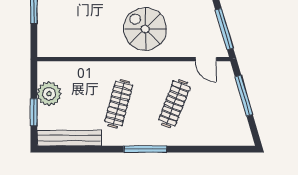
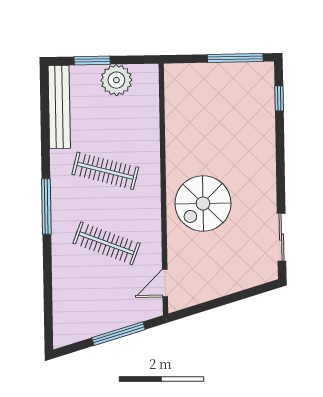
spiral stairs: (145, 29) -> (203, 203), turned 180
window: (224, 29) -> (205, 307), removed

